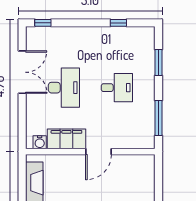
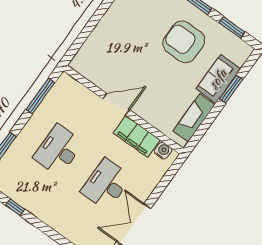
desk: (117, 88) -> (58, 150), width x1.37

